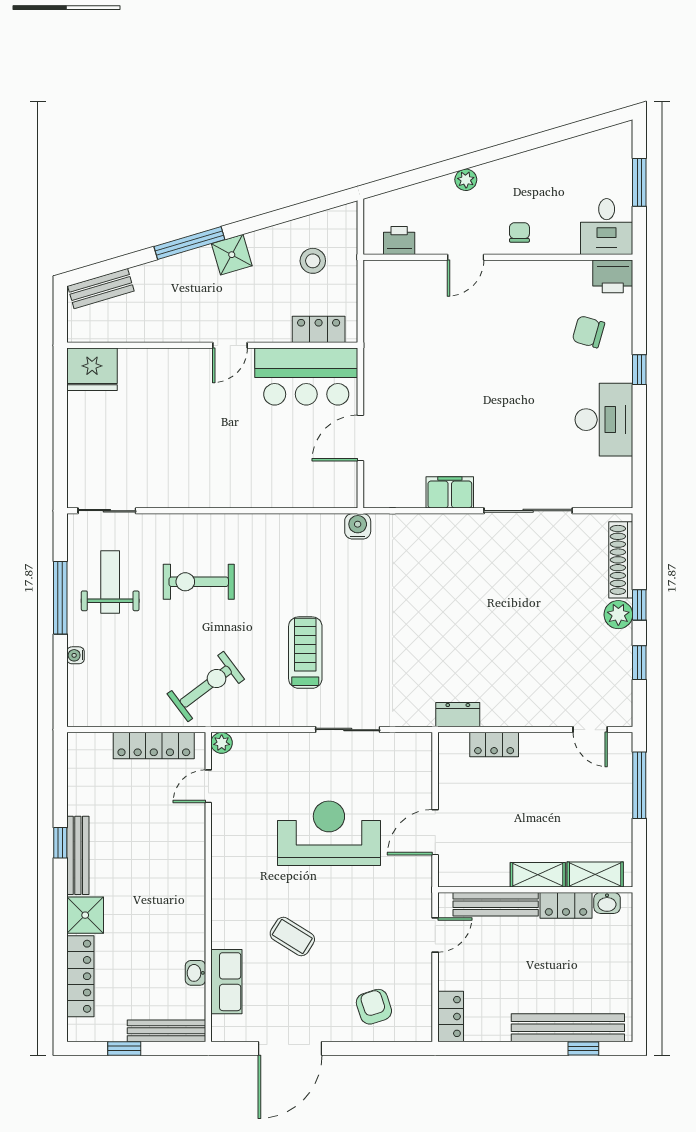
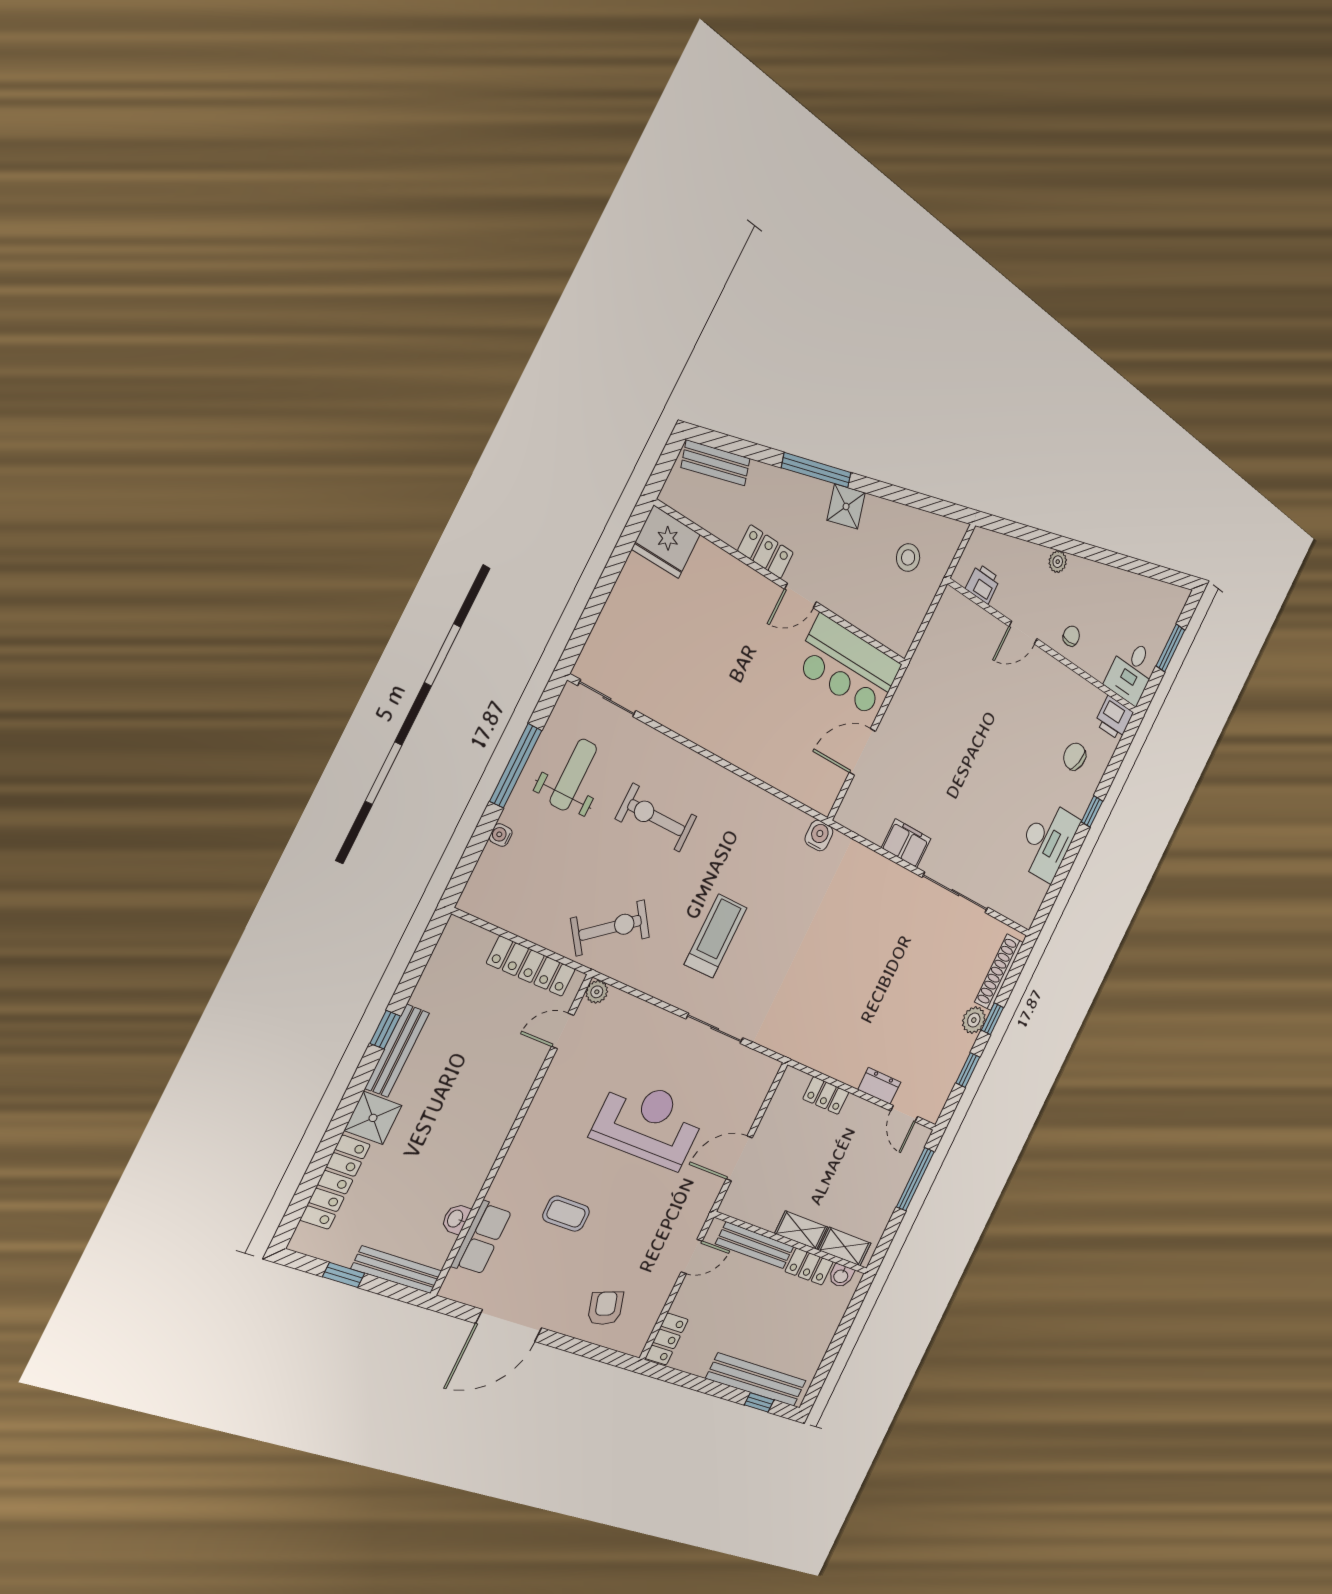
locker: (319, 329) -> (766, 552), moved
dresser: (458, 715) -> (879, 1086), moved
coffee table: (292, 937) -> (566, 1214), turned -32

